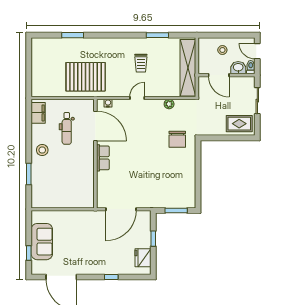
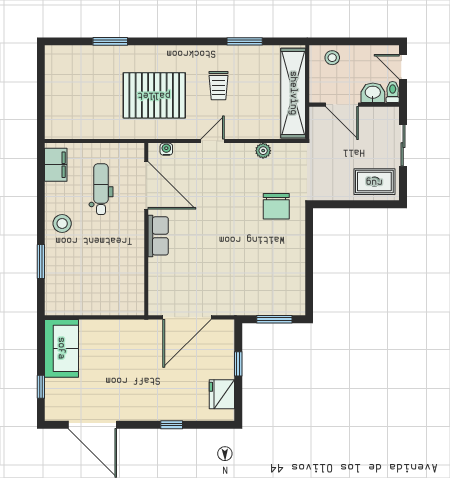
stool: (222, 50) -> (332, 58), moved
pallet: (86, 77) -> (154, 95), moved
dental chair: (67, 128) -> (101, 189), turned 180
sofa: (42, 242) -> (61, 348), moved

